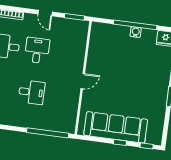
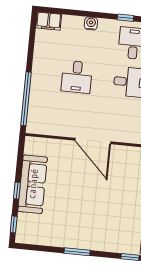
door: (83, 81) -> (93, 141), width x1.88
sofa: (116, 127) -> (33, 184), width x0.74, depth x0.79

